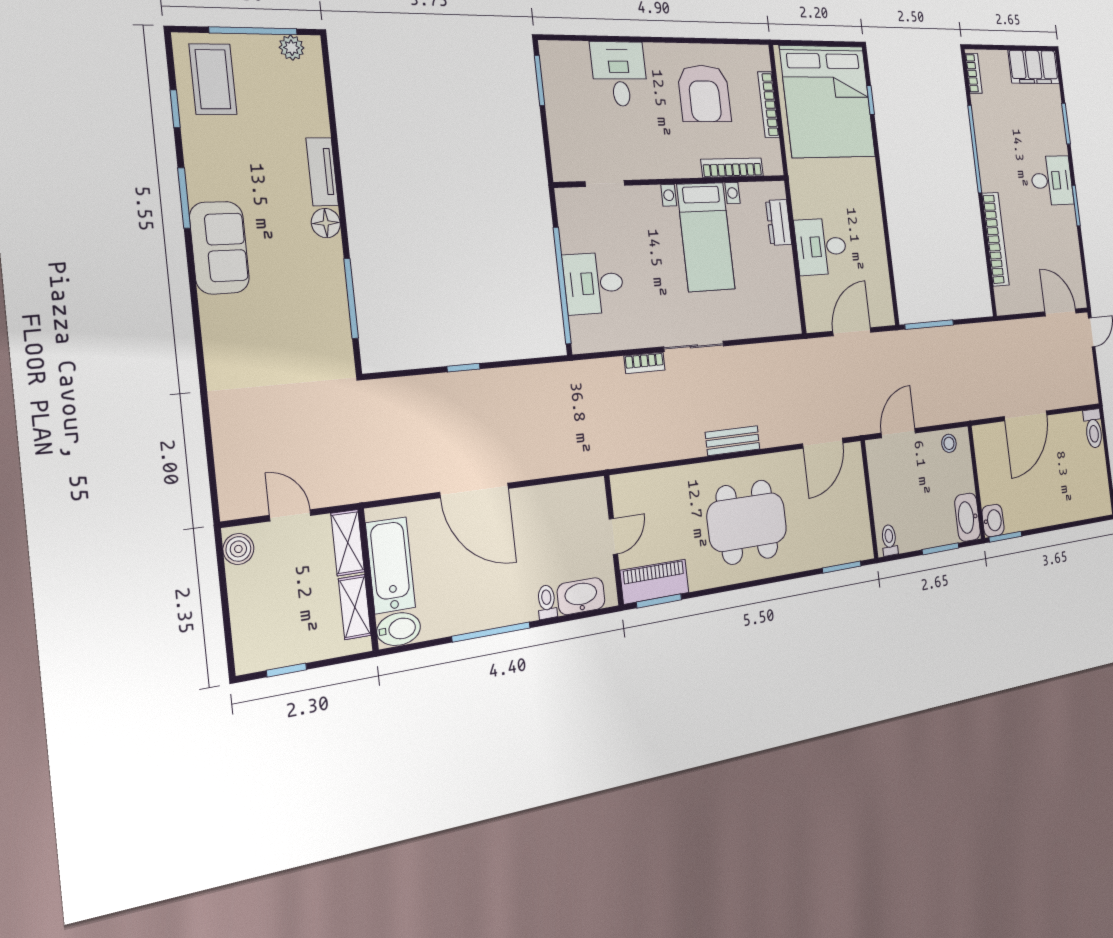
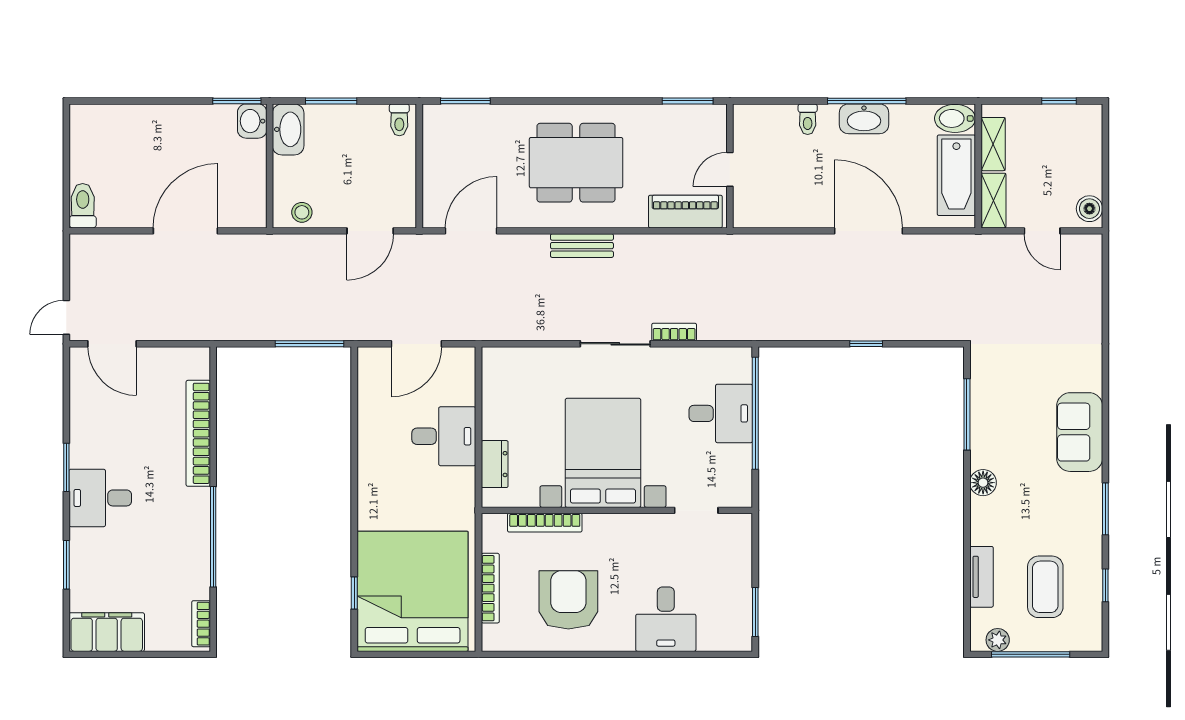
coffee table: (213, 79) -> (1045, 587), moved
tv unit: (322, 172) -> (981, 577), moved
bed with nightstands: (706, 237) -> (603, 453), width x1.36
sofa: (219, 248) -> (1080, 432), moved
piano: (655, 581) -> (685, 212), moved, turned 180
washbasin: (581, 596) -> (864, 119), moved

